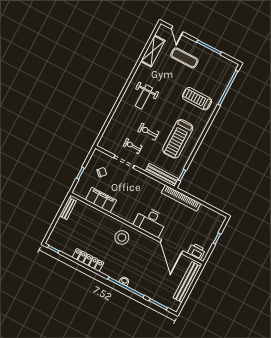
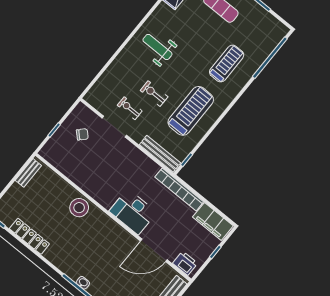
weight bench: (144, 97) -> (157, 47), turned 90
treadmill: (197, 99) -> (227, 64), turned 90
treadmill: (178, 139) -> (191, 111), turned 180
filing cabinet: (101, 200) -> (213, 221), moved, turned 180
stool: (122, 237) -> (79, 208), moved
door: (172, 247) -> (154, 250), hinge flipped
locker: (88, 260) -> (29, 236), moved

